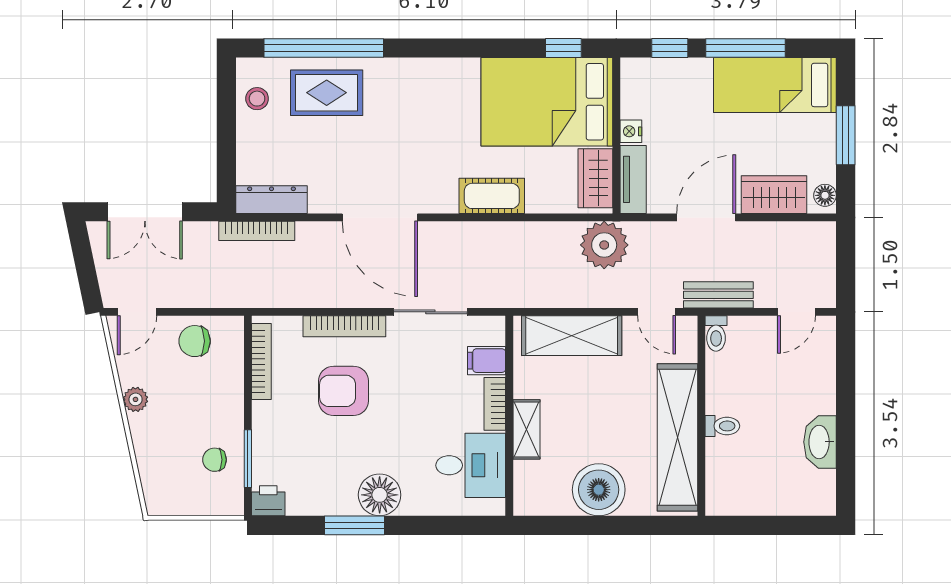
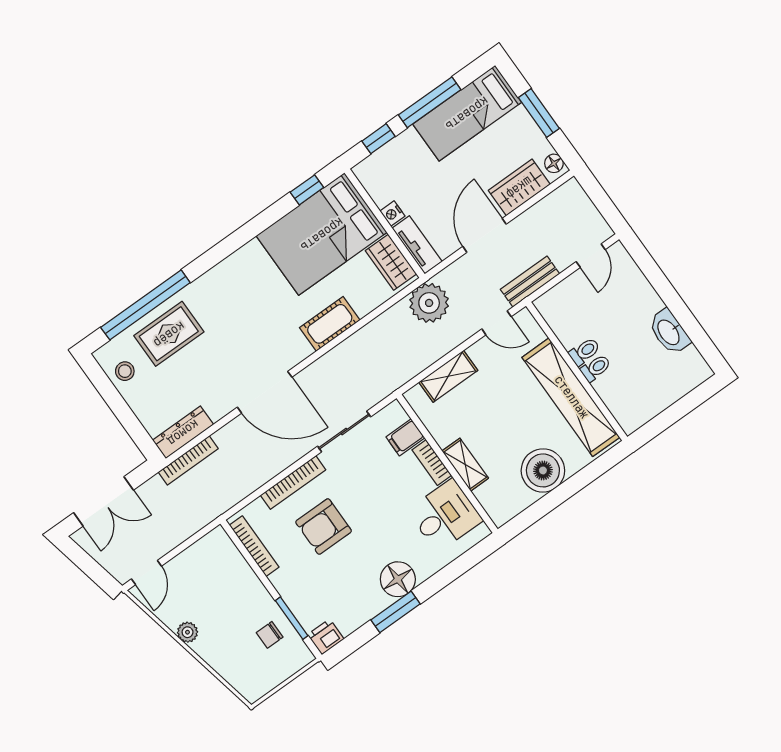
toilet: (716, 333) -> (584, 352), moved, turned -90
shelving: (572, 336) -> (448, 376), width x0.67, depth x0.75
chair: (195, 341) -> (199, 564), removed

